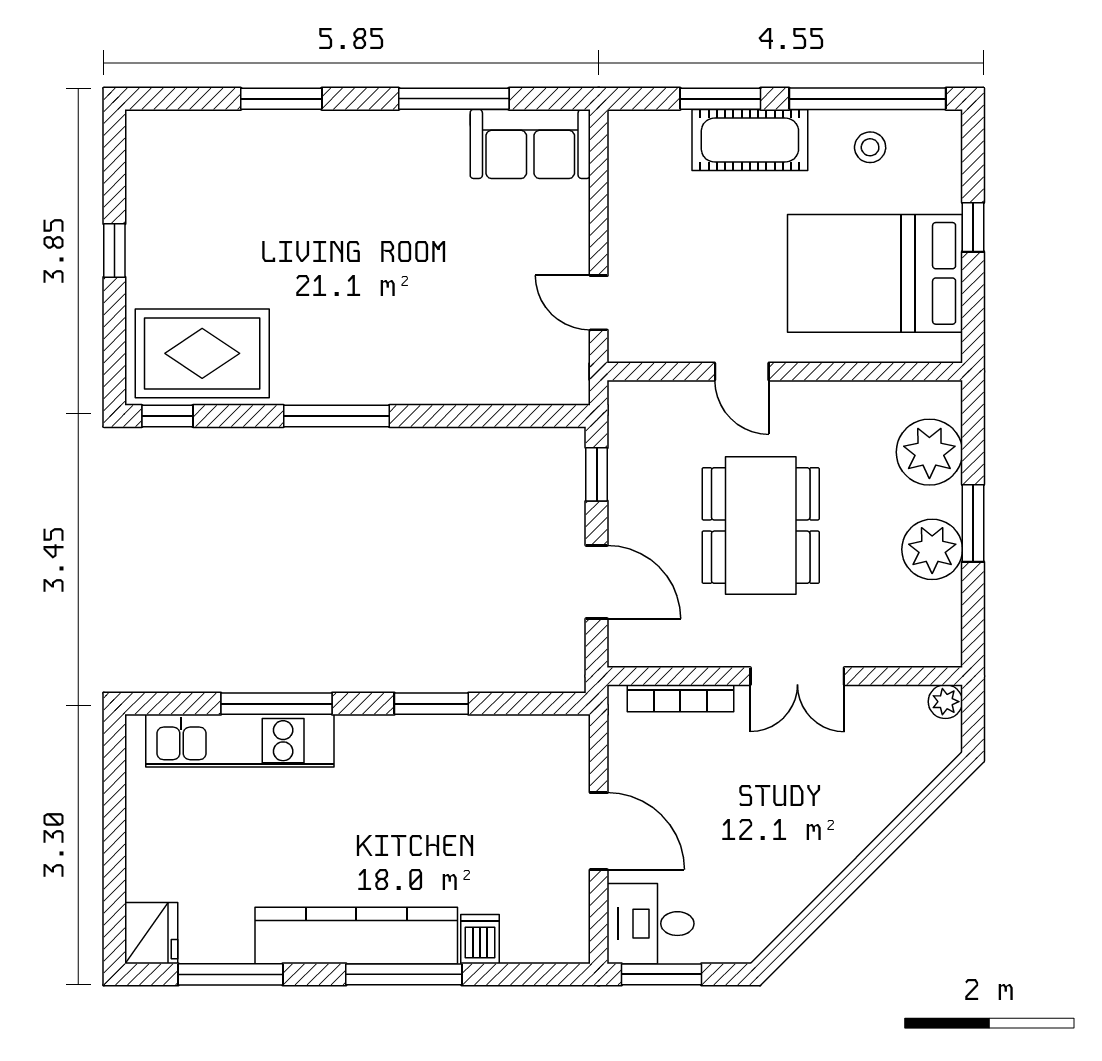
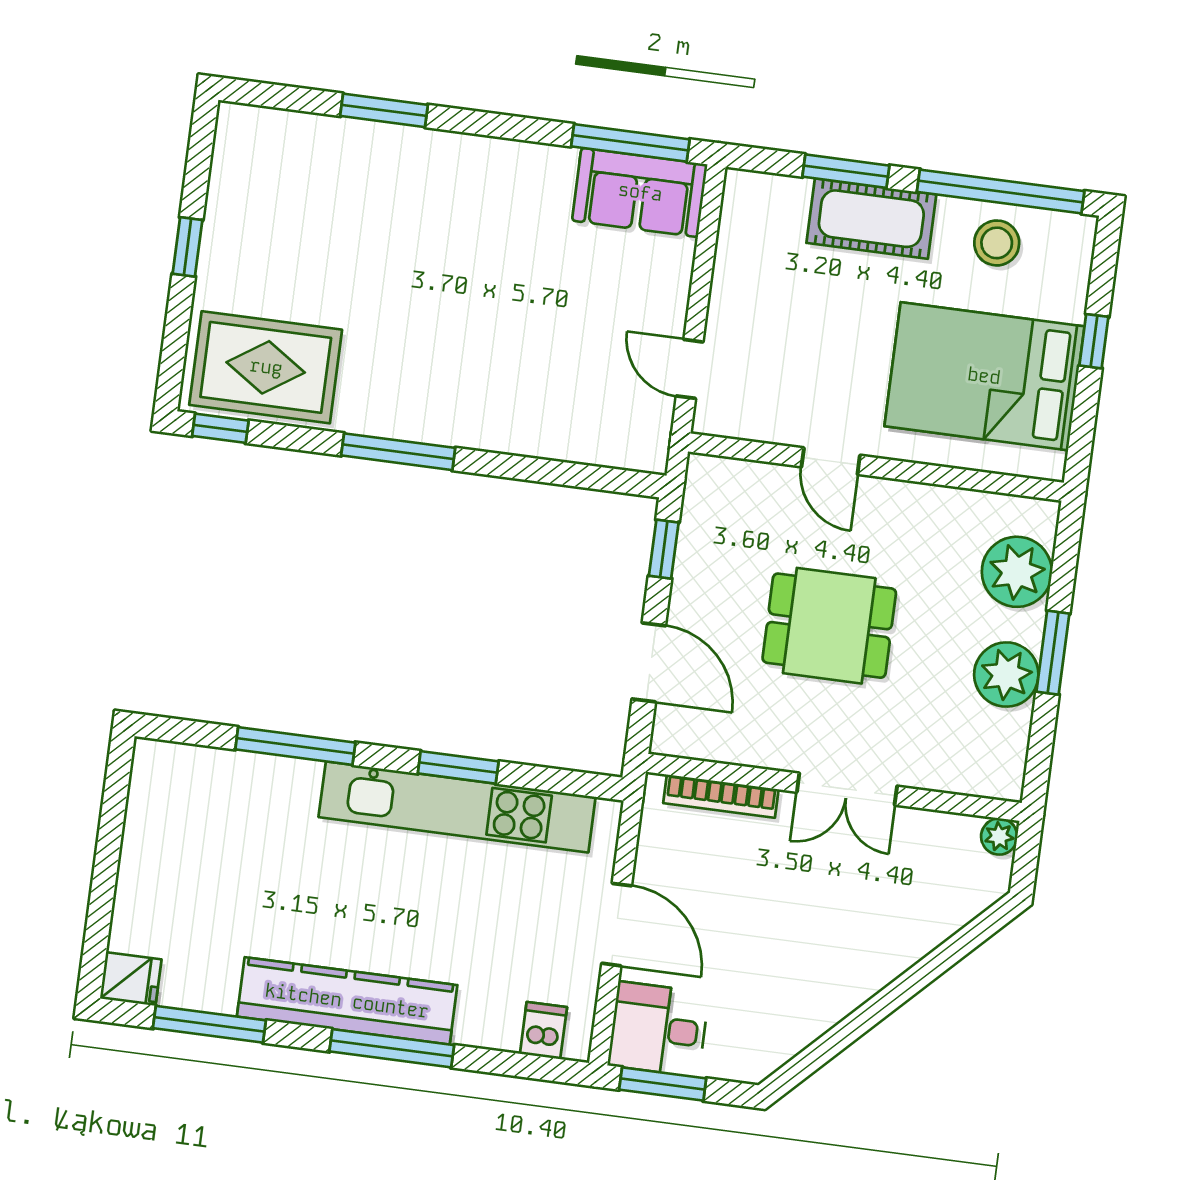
window: (454, 99) -> (630, 143), moved
stool: (870, 147) -> (997, 243), width x1.37, depth x1.37
dining table: (761, 526) -> (829, 626), width x0.73
kitchen unit: (240, 741) -> (457, 807), moved, width x1.36
fridge: (151, 933) -> (131, 979), width x0.72
dishwasher: (480, 939) -> (543, 1031), moved

